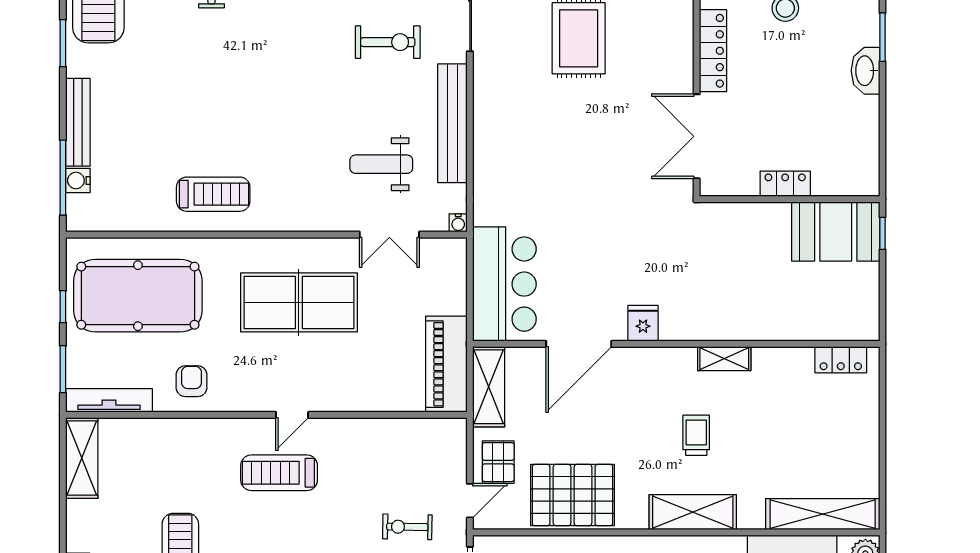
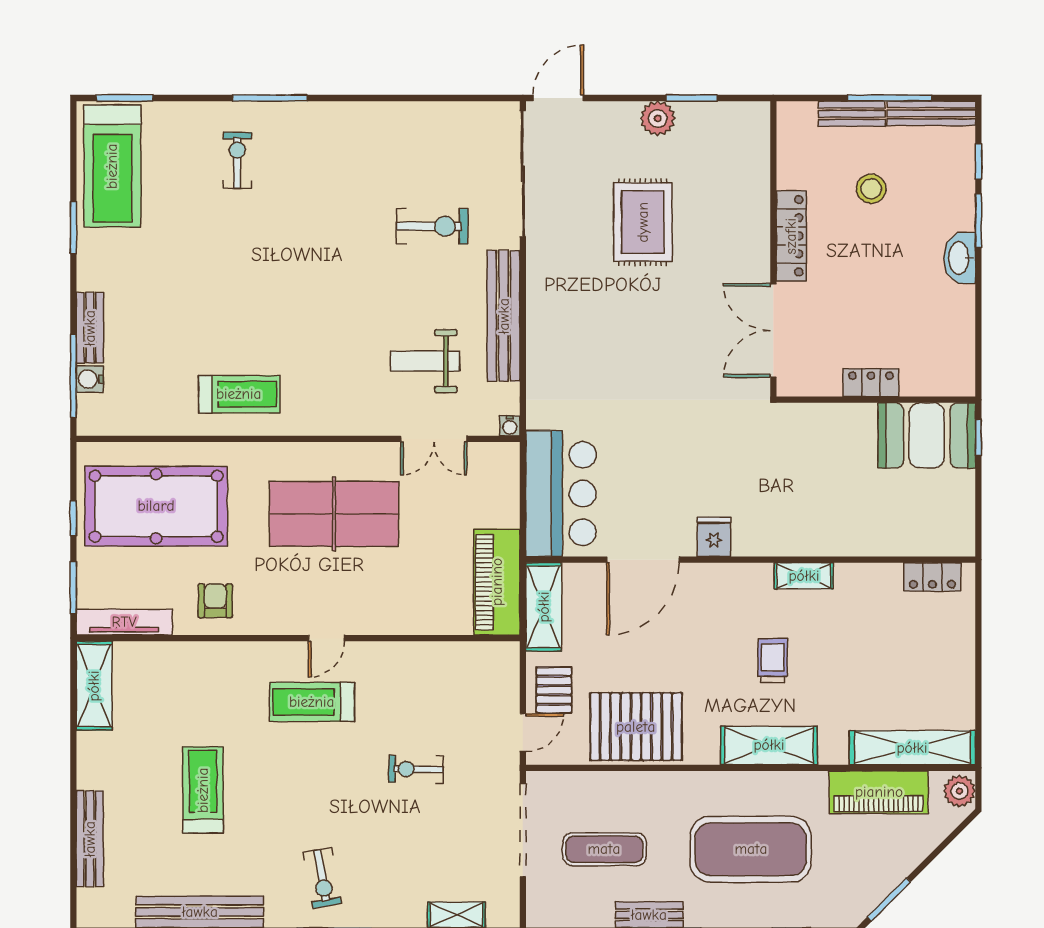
bench: (78, 122) -> (90, 328), width x0.73
exercise bike: (407, 527) -> (416, 769), moved

